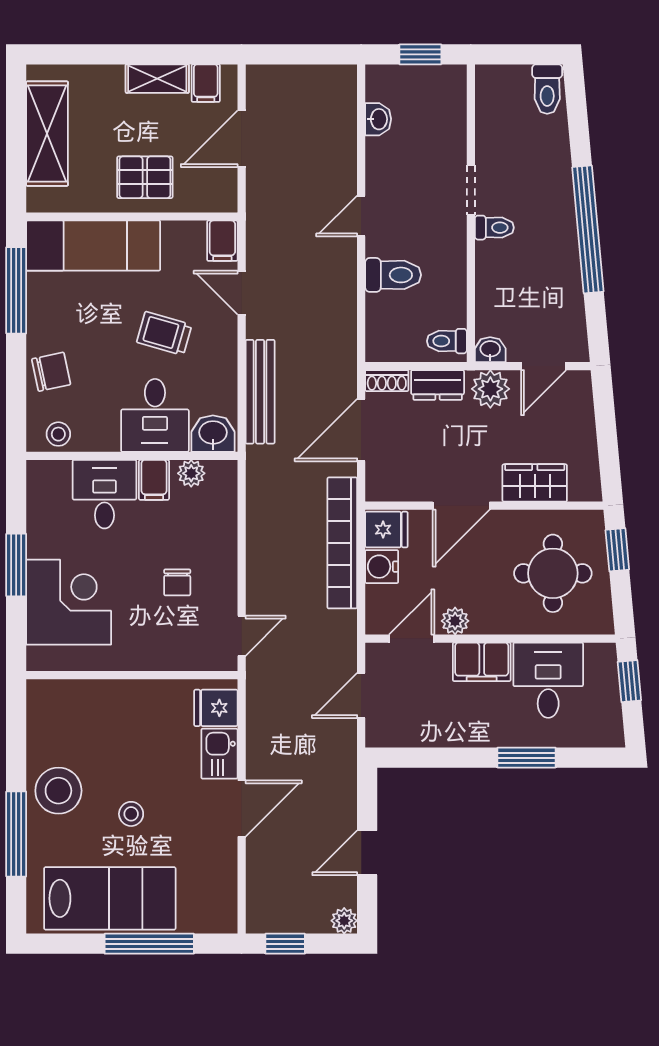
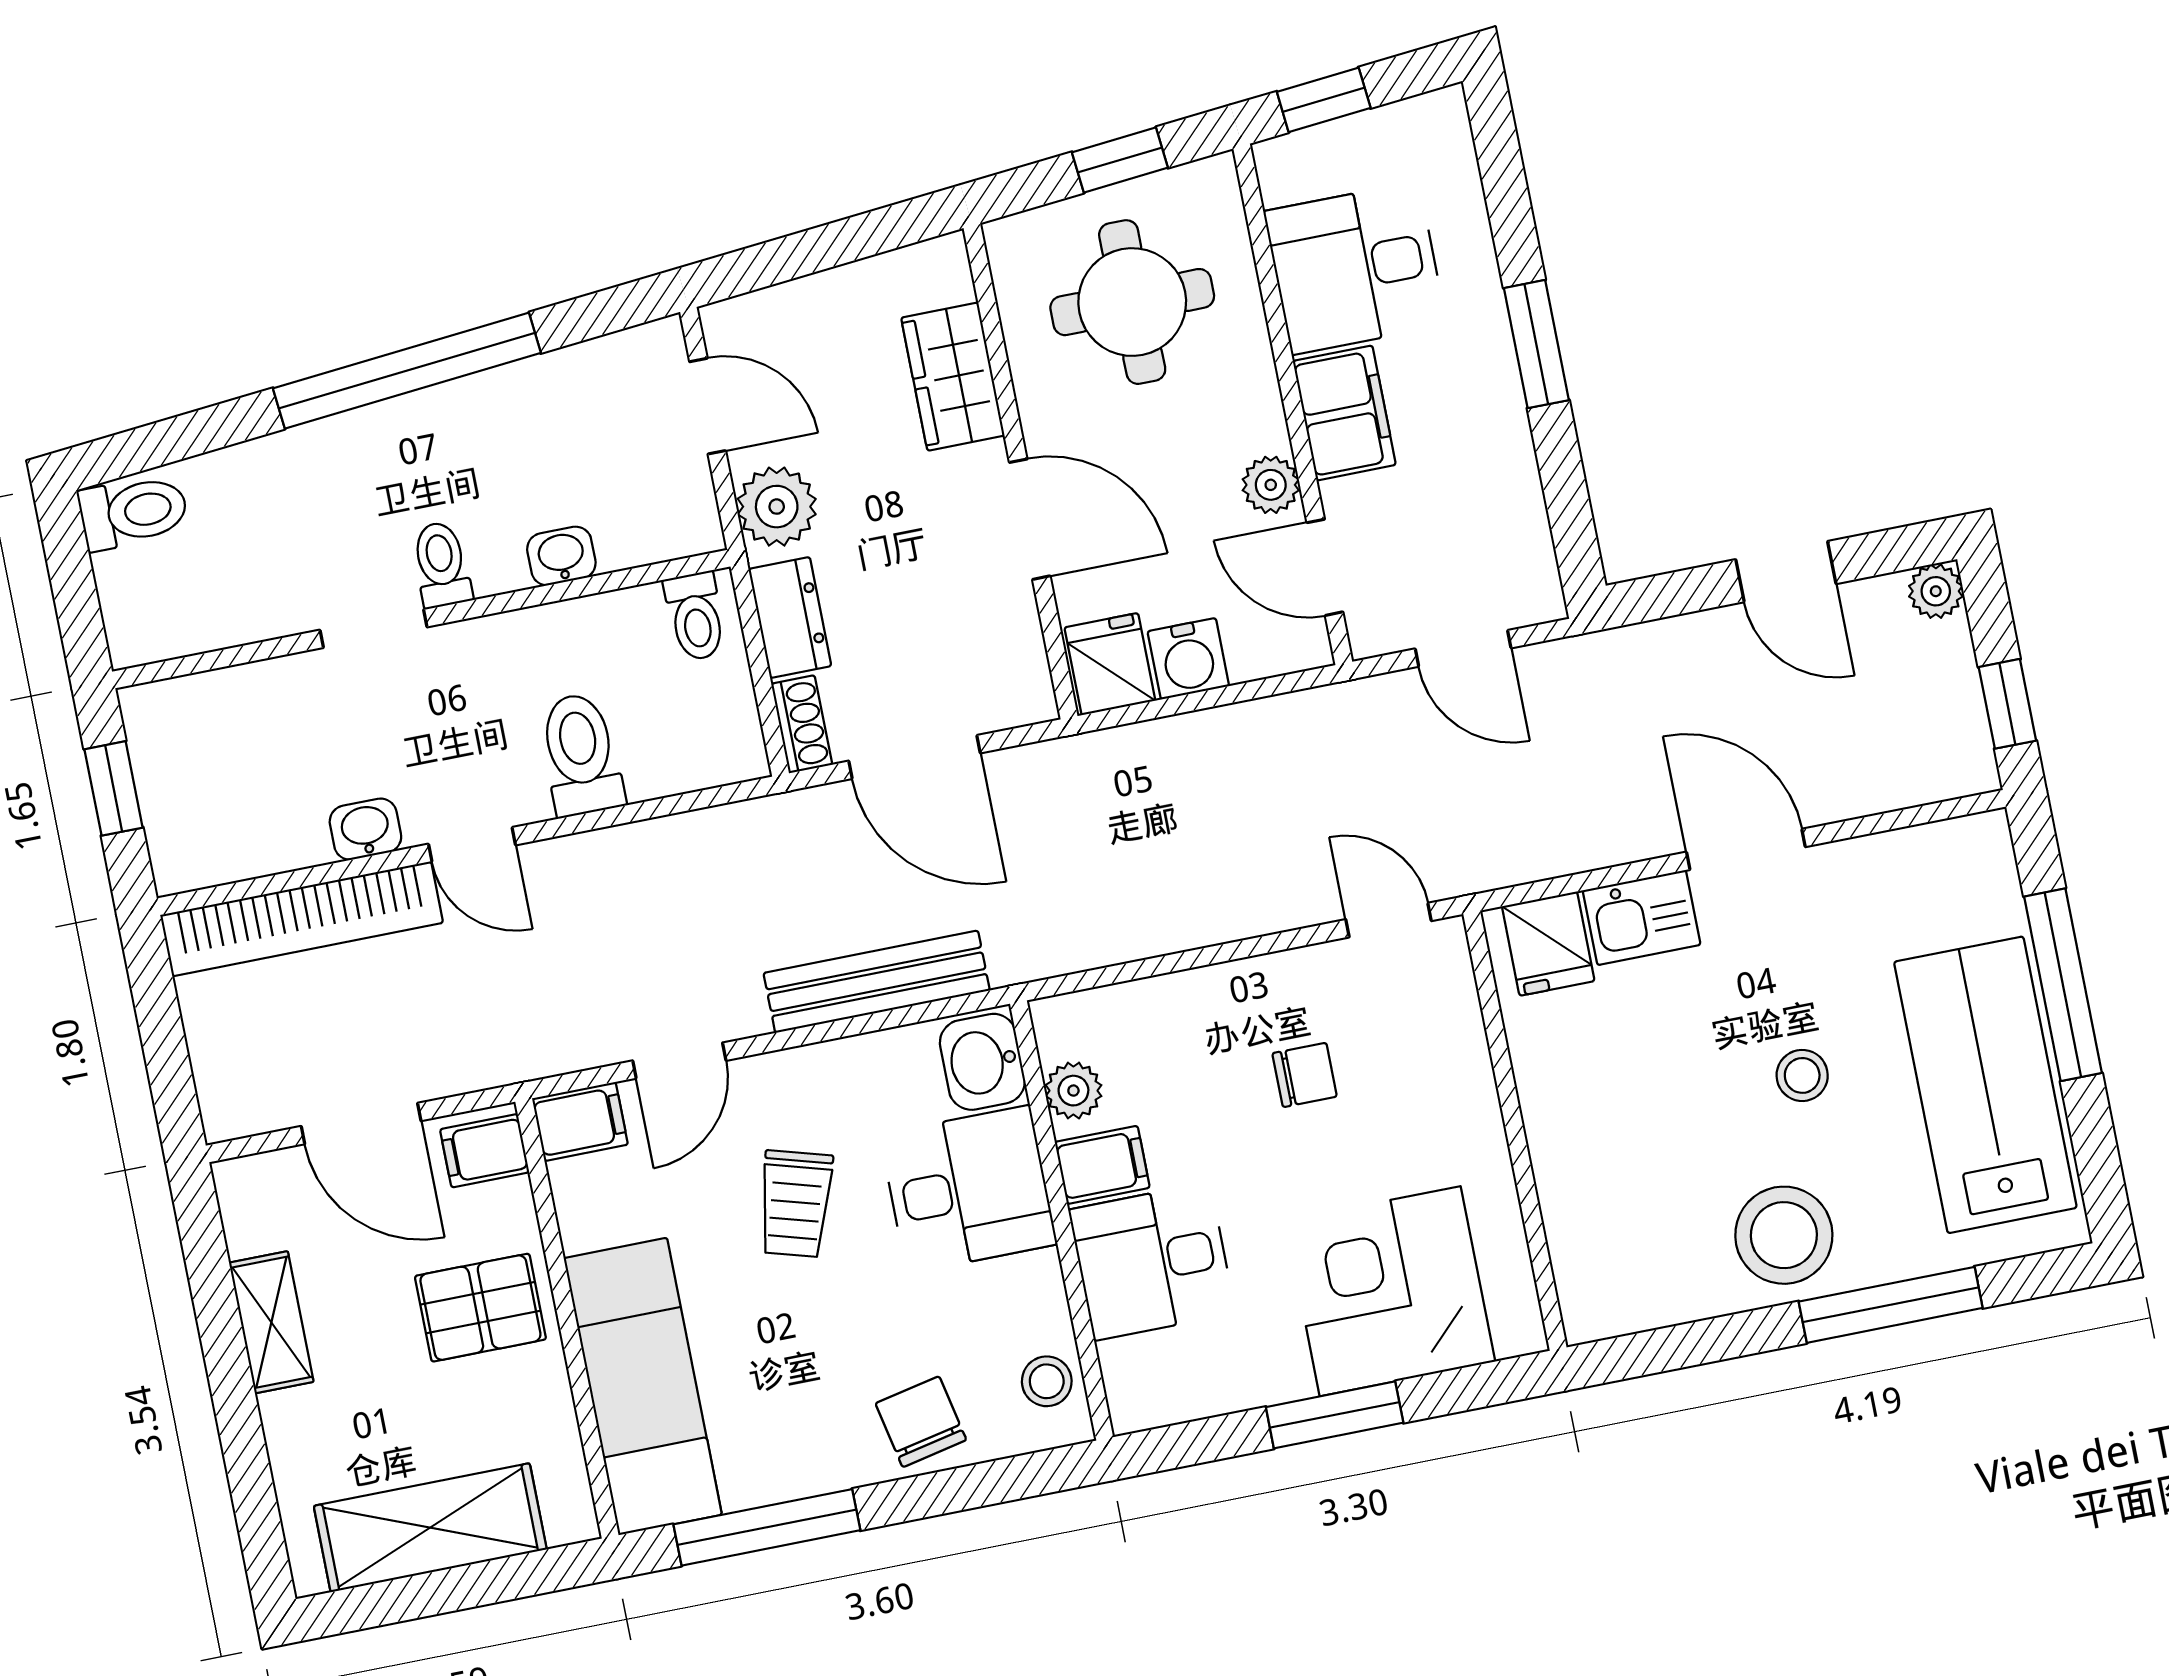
filing cabinet: (206, 83) -> (485, 1151), moved, turned 180
washbasin: (378, 119) -> (365, 829), moved
pallet: (145, 177) -> (480, 1308), turned 90
washbasin: (490, 350) -> (561, 556), moved, turned 90
bookcase: (342, 543) -> (302, 919), moved
window: (617, 550) -> (1120, 160), moved
window: (526, 758) -> (1536, 344), moved

